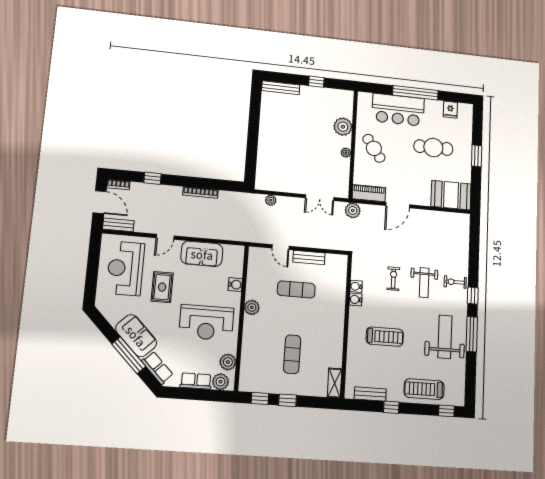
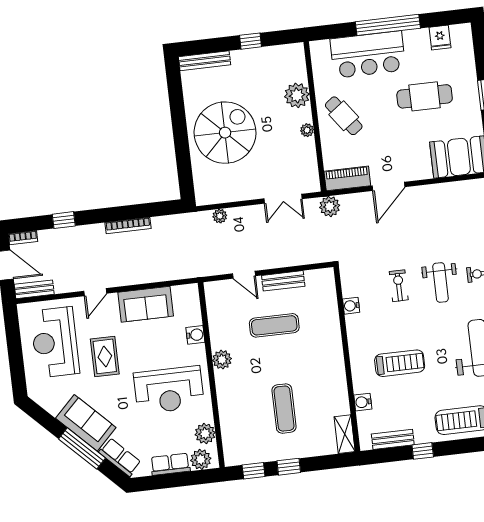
spiral stairs: (286, 141) -> (225, 133), added
water cooler: (356, 299) -> (363, 402), moved

